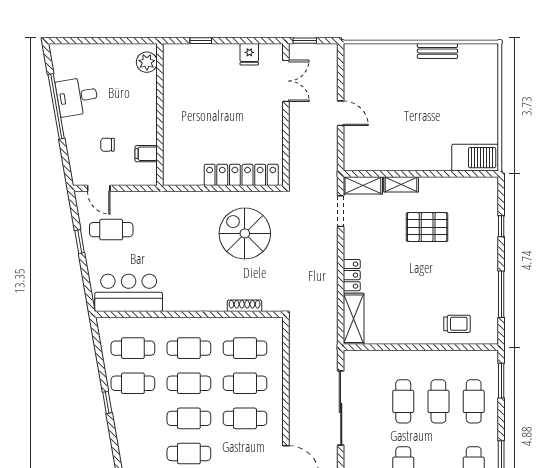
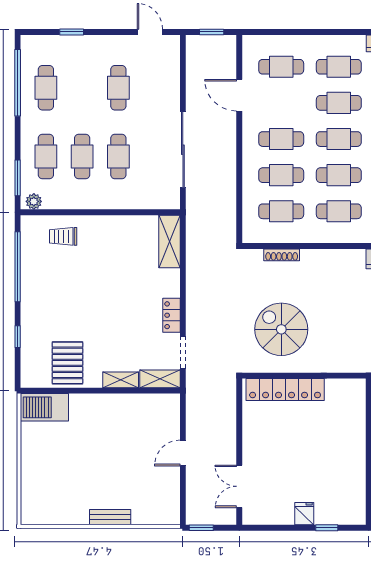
window: (305, 41) -> (201, 528), moved
bench: (437, 51) -> (110, 517), moved
fridge: (249, 54) -> (304, 514), moved
door: (341, 113) -> (183, 453), hinge flipped
pallet: (427, 227) -> (67, 363), moved, turned 90
spiral stairs: (245, 233) -> (281, 329), turned 180
locker: (352, 275) -> (171, 315), moved
window: (501, 294) -> (18, 267), width x1.46
plant: (485, 358) -> (34, 201), added

